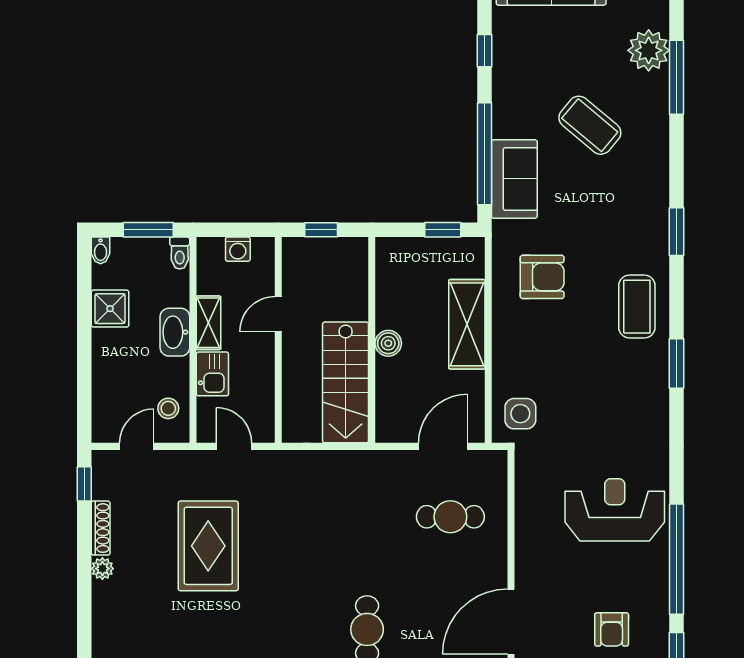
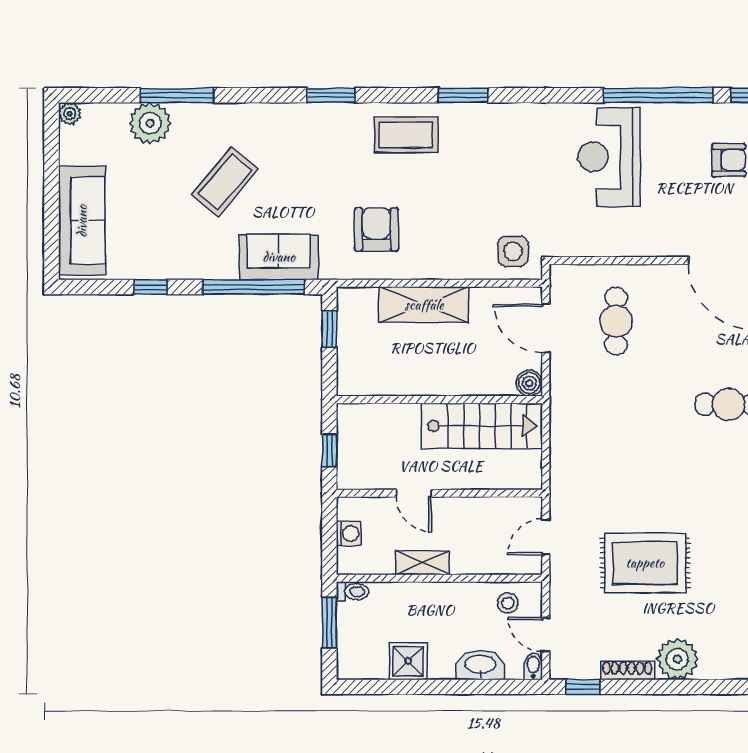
bidet: (101, 250) -> (533, 666), moved, turned -90
washbasin: (175, 332) -> (480, 665), moved, turned 180
boiler: (388, 343) -> (529, 383), moved
kitchen sink: (212, 374) -> (473, 559), removed
plant: (102, 569) -> (677, 659), width x1.87, depth x1.87

